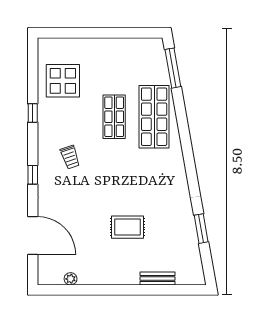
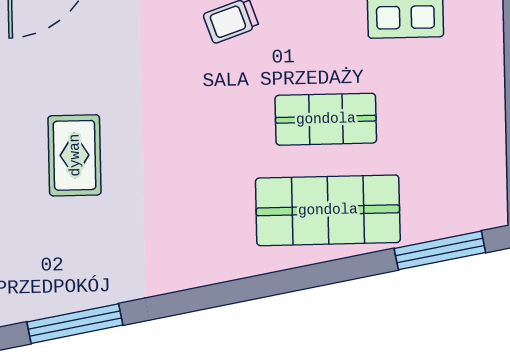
window: (201, 229) -> (75, 324), width x1.44

